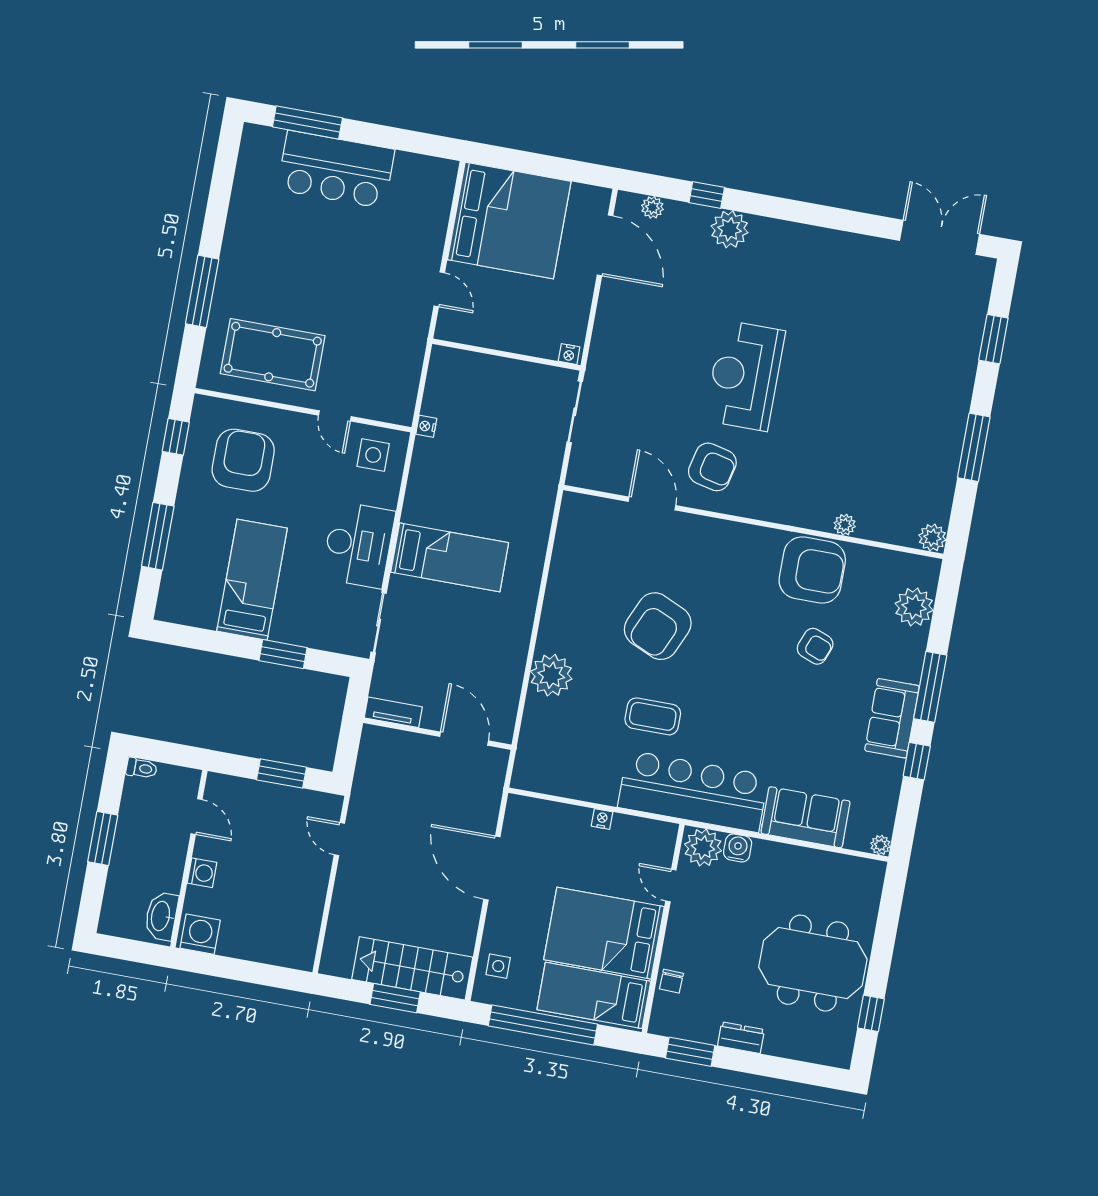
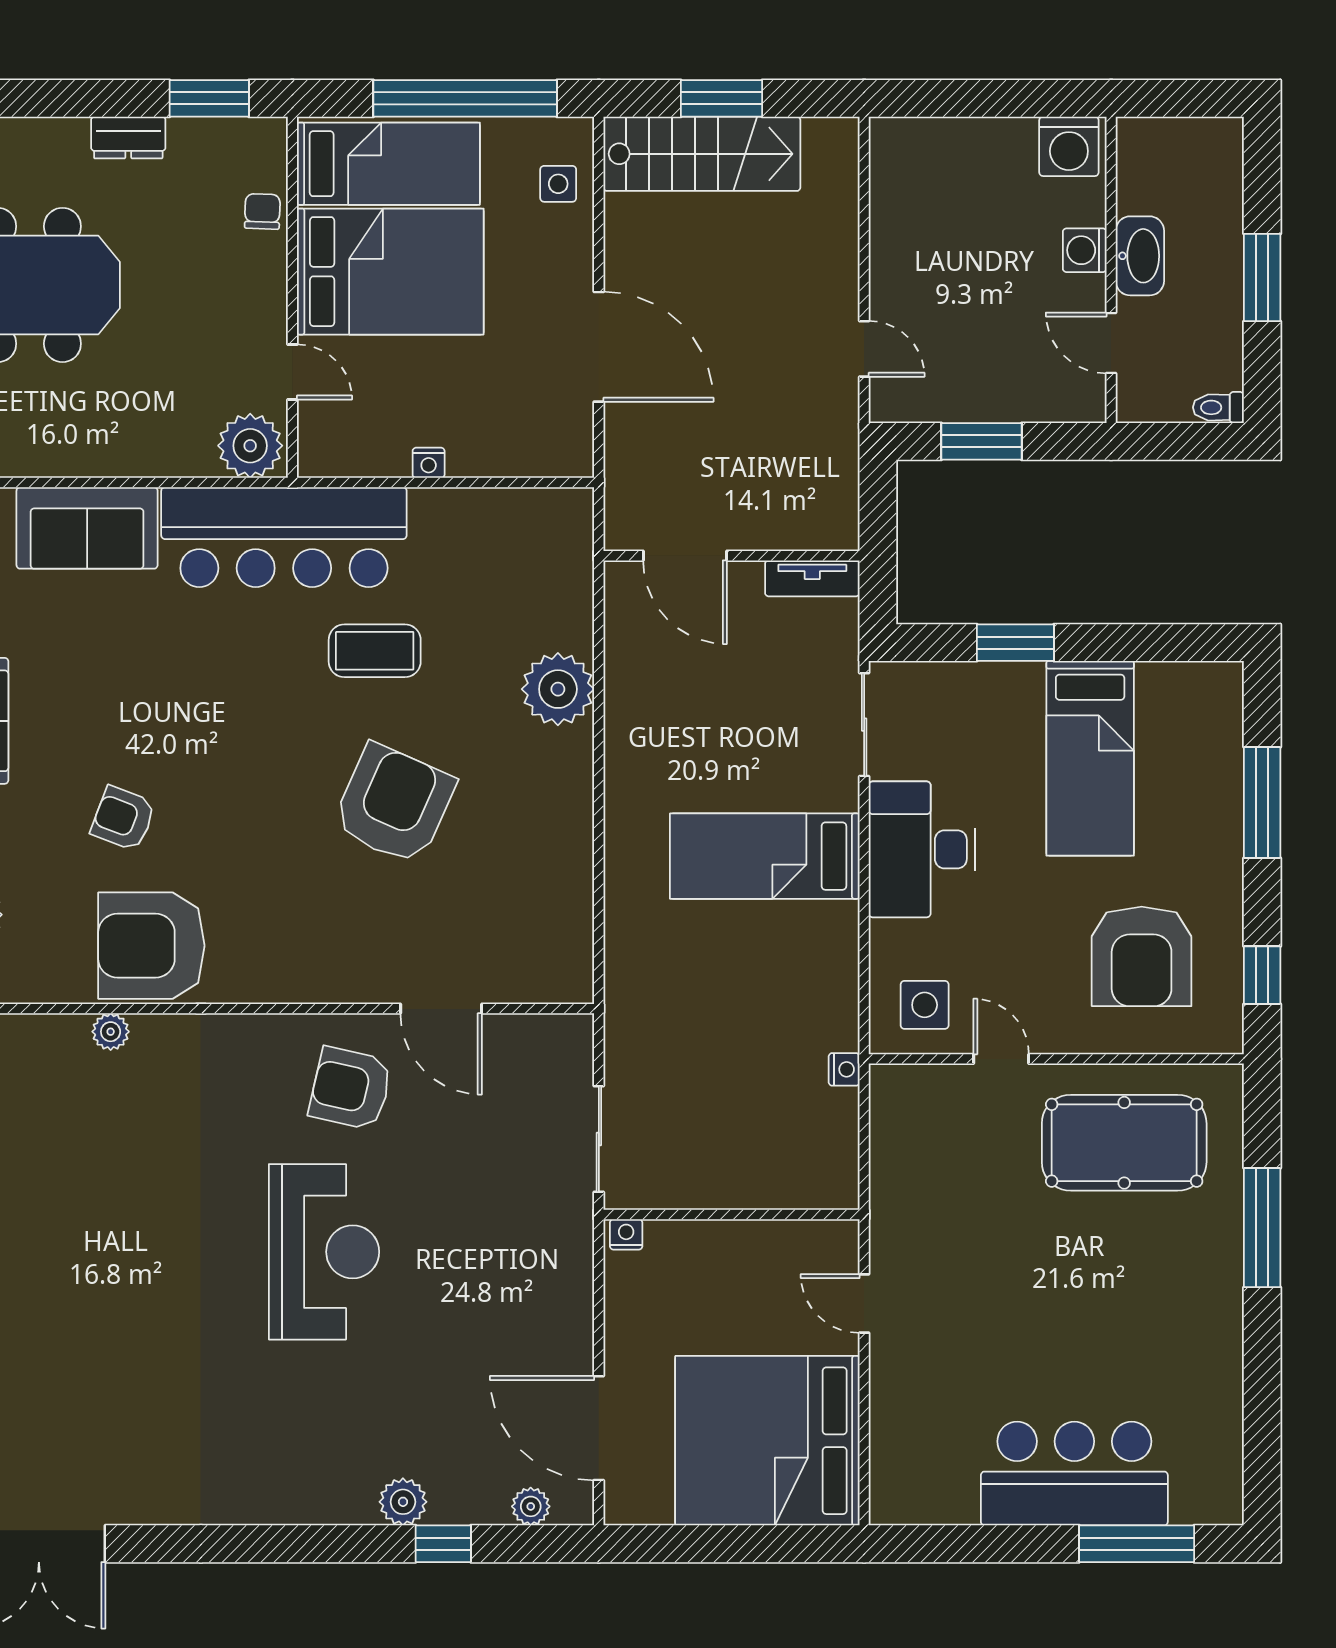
plant: (730, 229) -> (403, 1502), width x0.73, depth x0.73
water cooler: (738, 848) -> (192, 456), removed
washbasin: (161, 916) -> (1140, 256), moved

